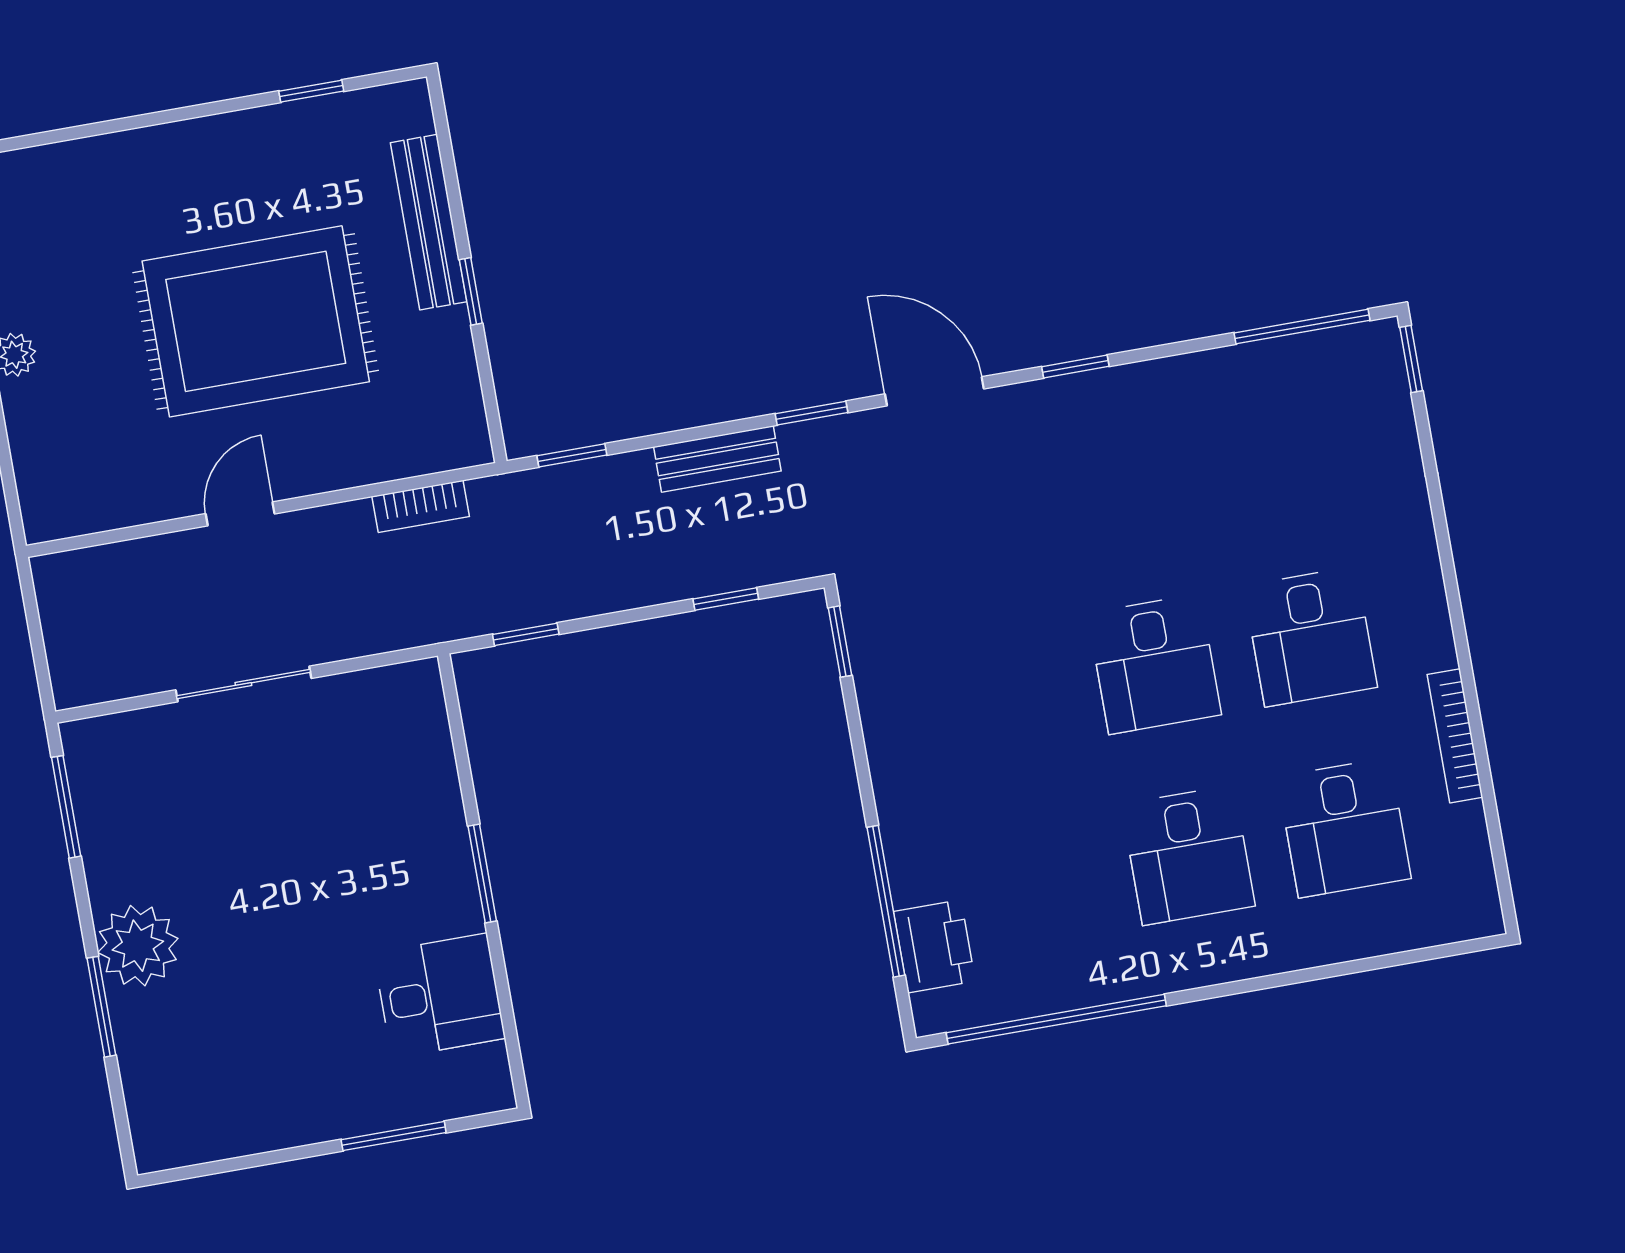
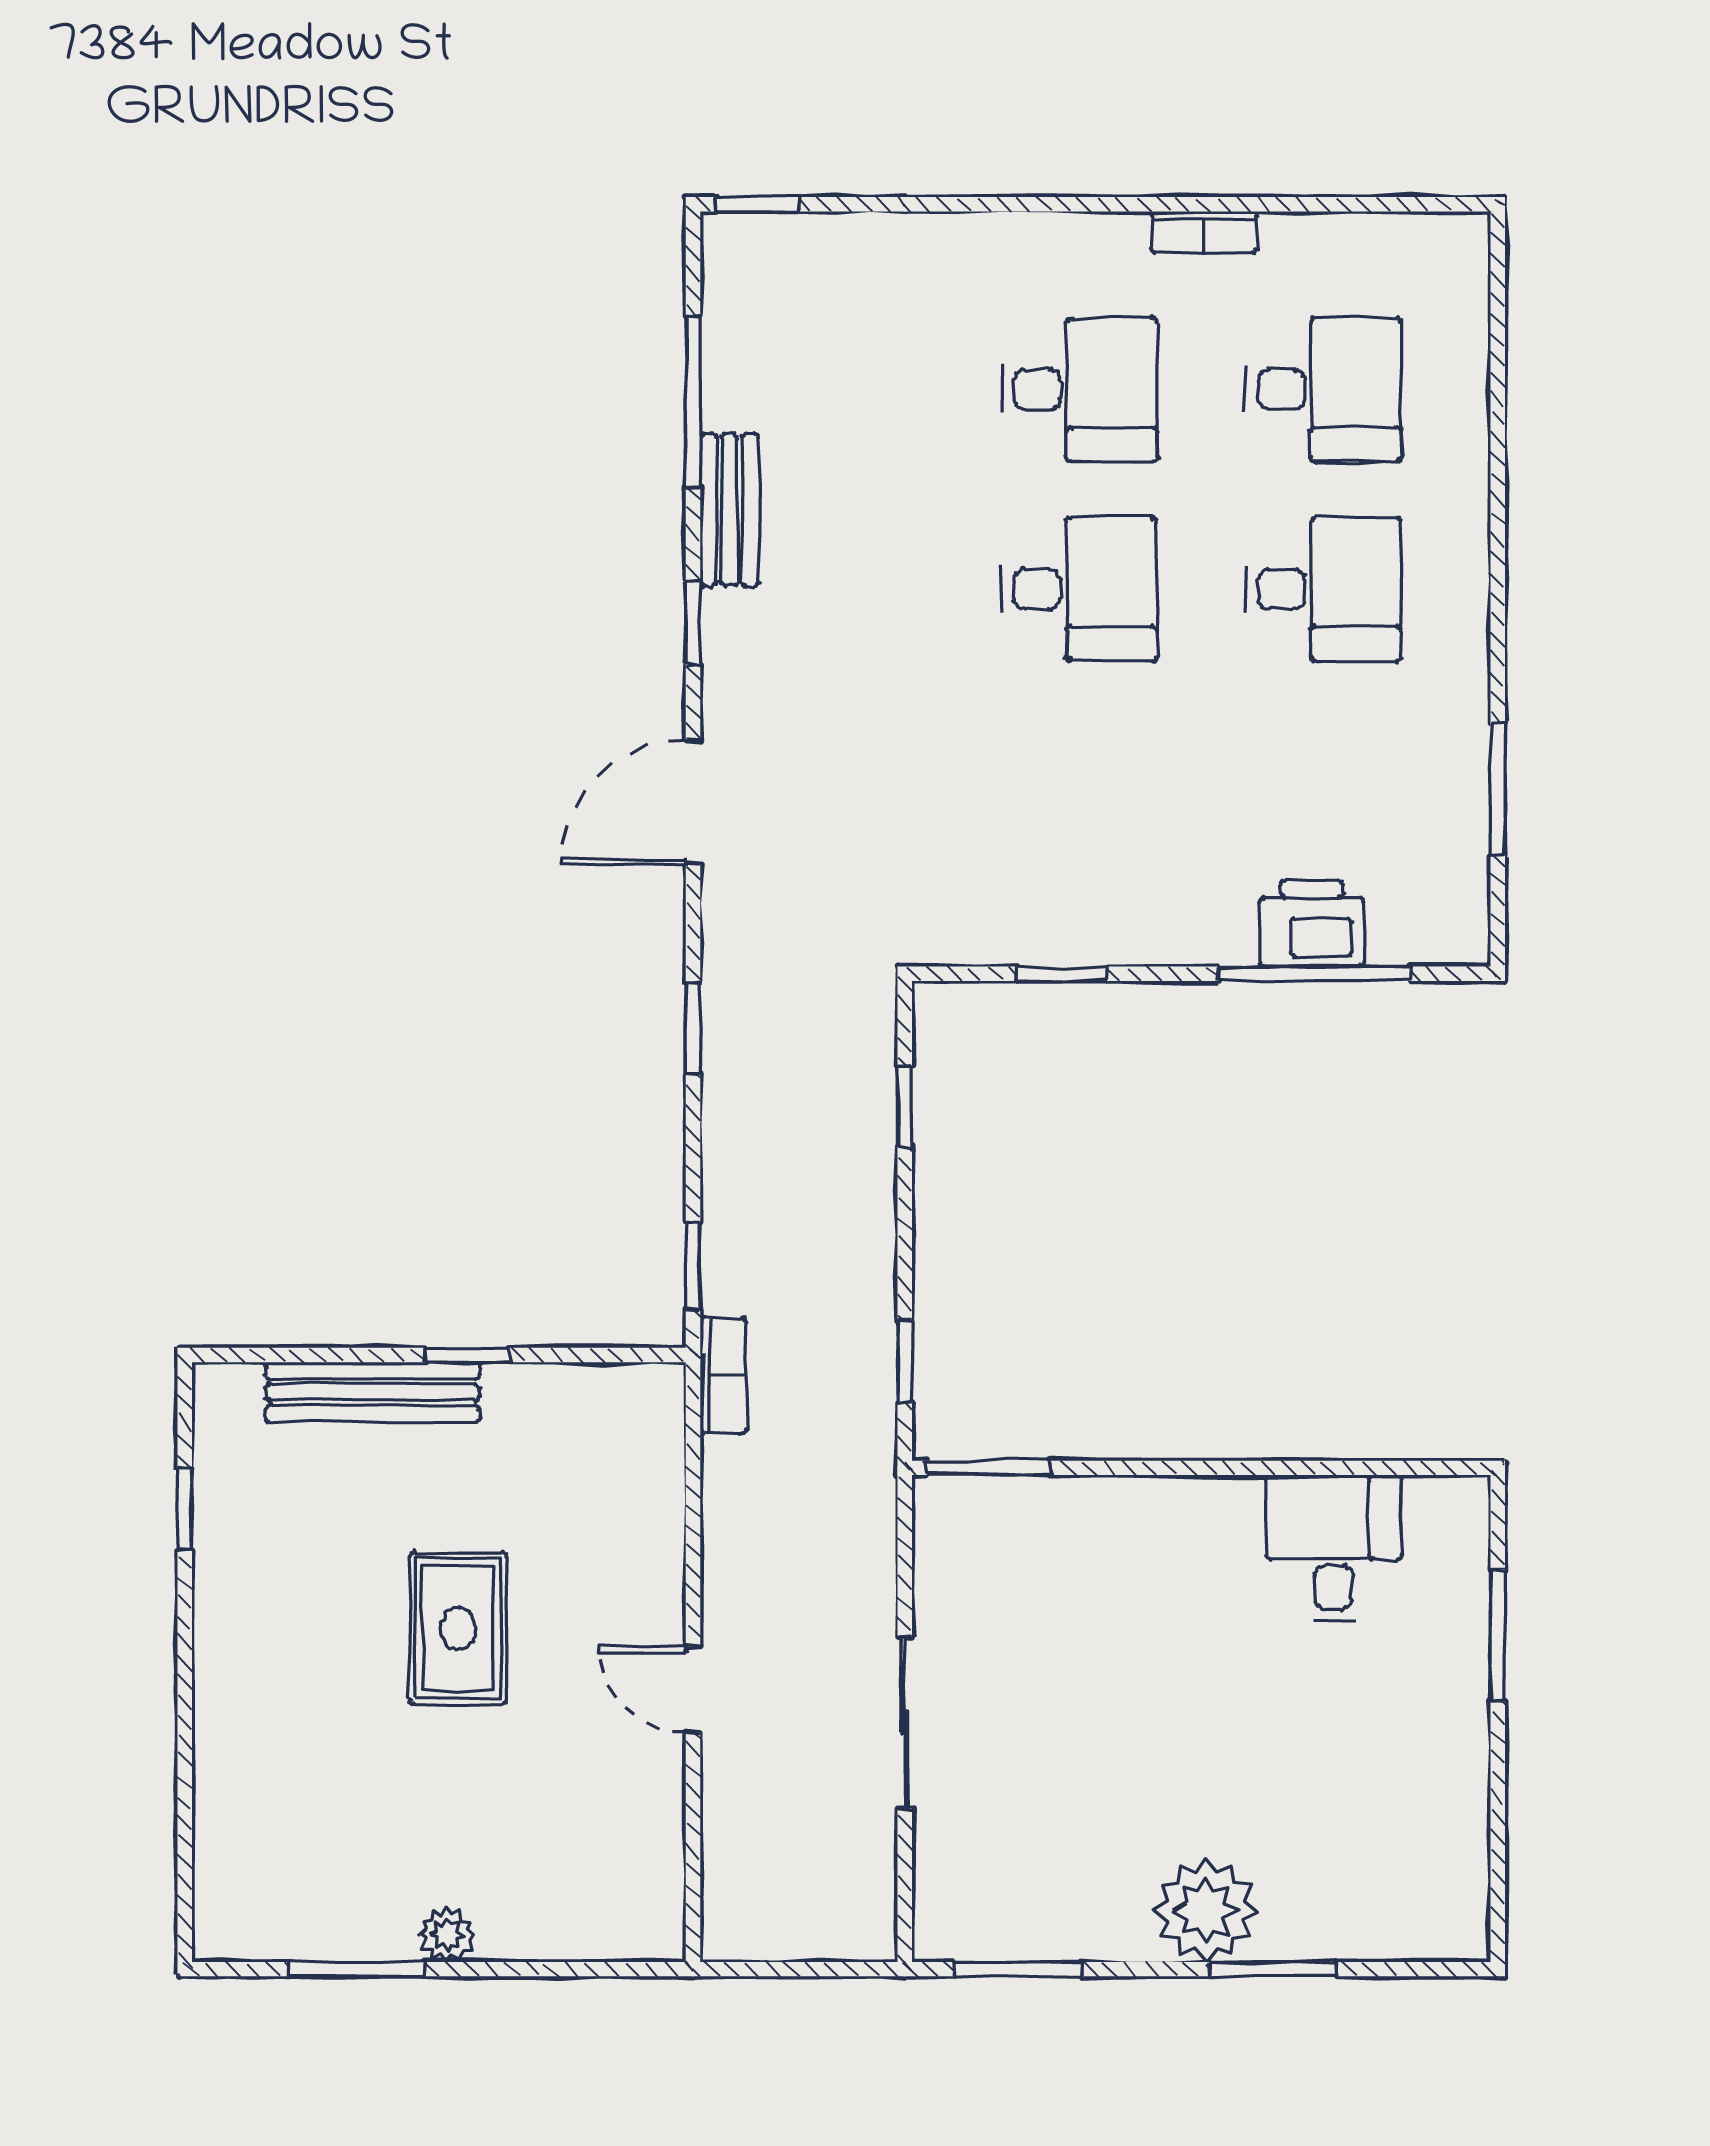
rug: (256, 321) -> (458, 1628), width x0.54, depth x0.49
window: (1302, 327) -> (693, 402), moved
window: (812, 413) -> (693, 1028), moved
bench: (717, 459) -> (729, 510), moved
bookcase: (421, 506) -> (723, 1376), moved
window: (840, 642) -> (1062, 974), moved
bookcase: (1455, 736) -> (1204, 232), width x0.64
window: (482, 873) -> (988, 1468), moved
printer: (934, 946) -> (1312, 924), moved
window: (1056, 1019) -> (1498, 788), width x0.47

